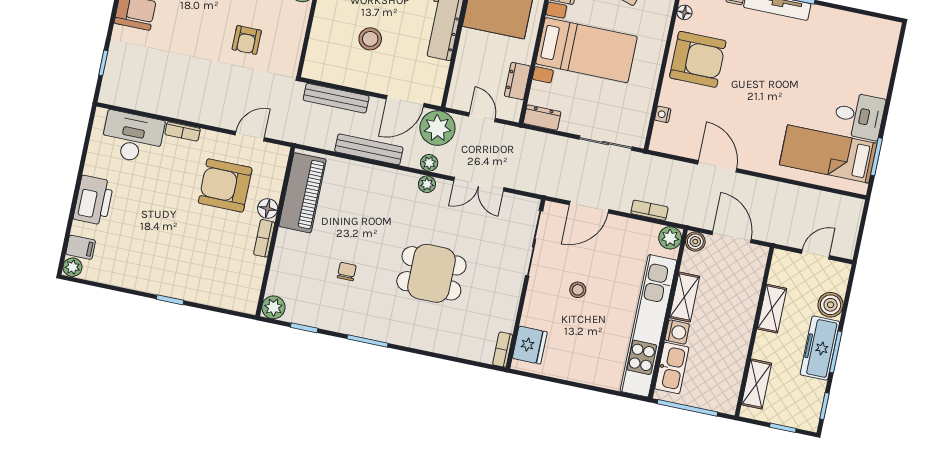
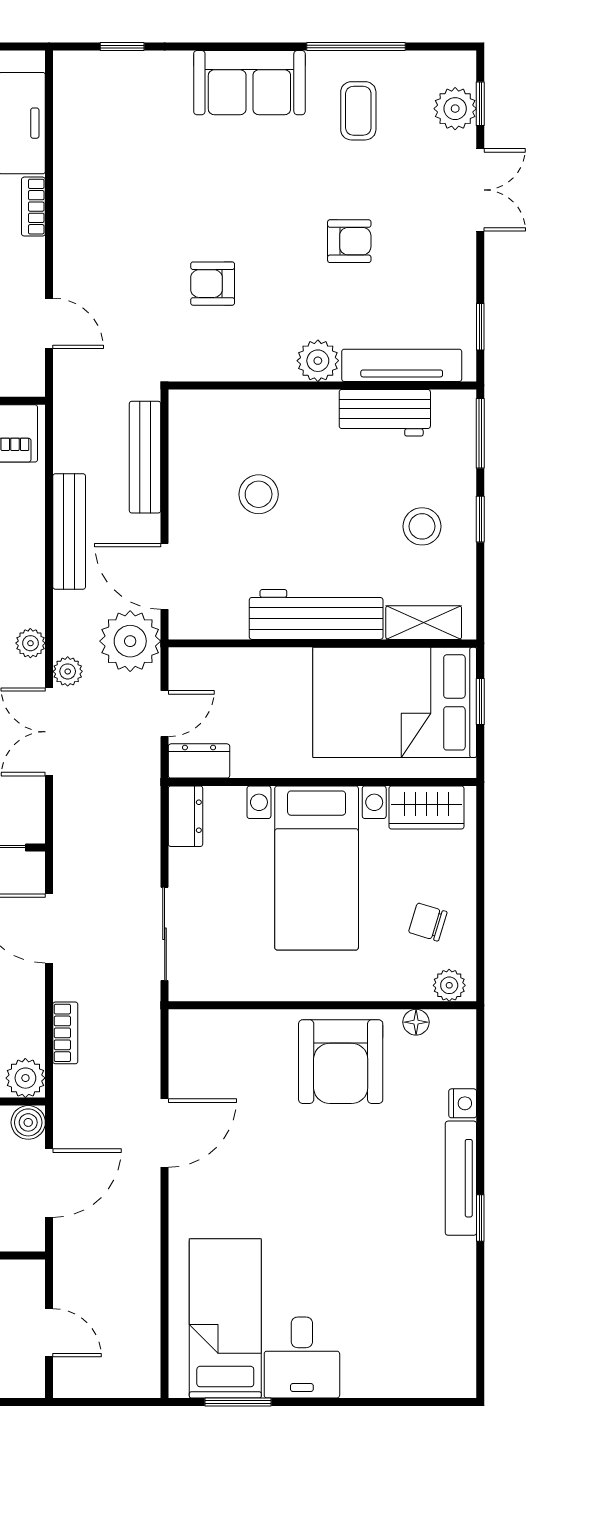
dresser: (517, 81) -> (199, 761), moved
nightstand: (663, 114) -> (234, 1021), removed
plant: (429, 163) -> (68, 671), moved

